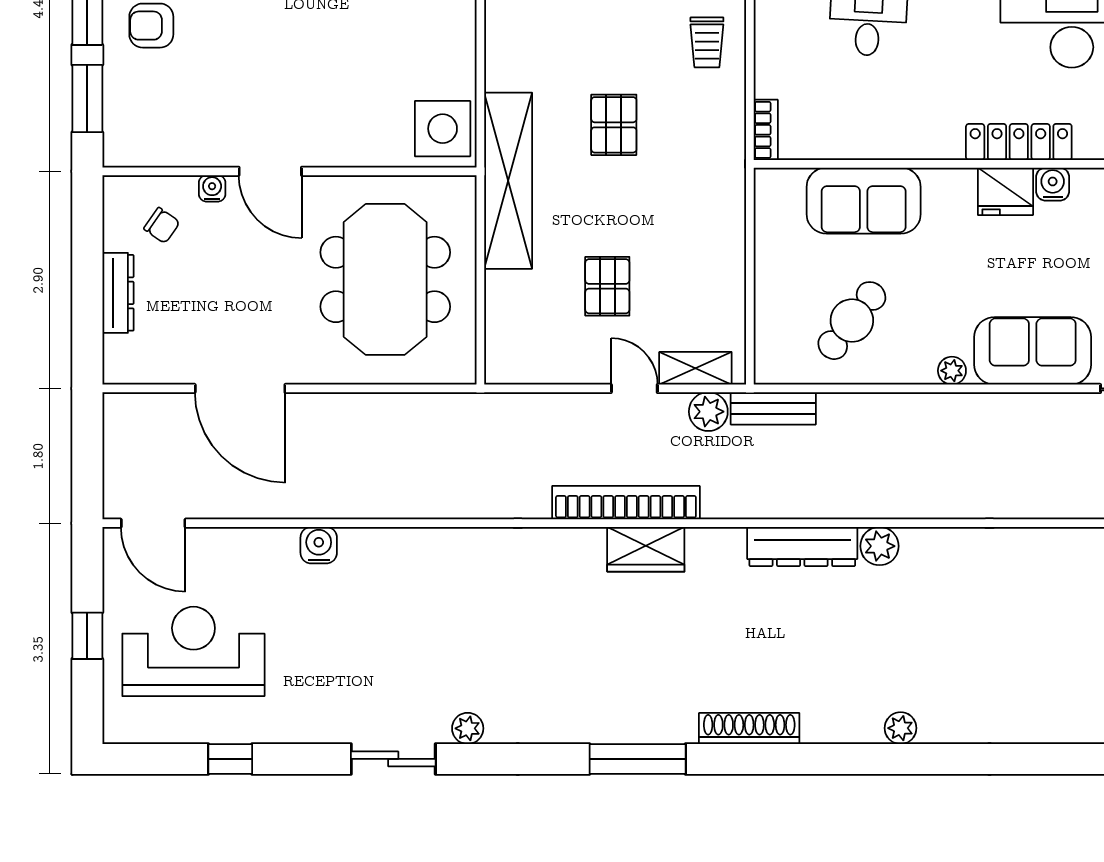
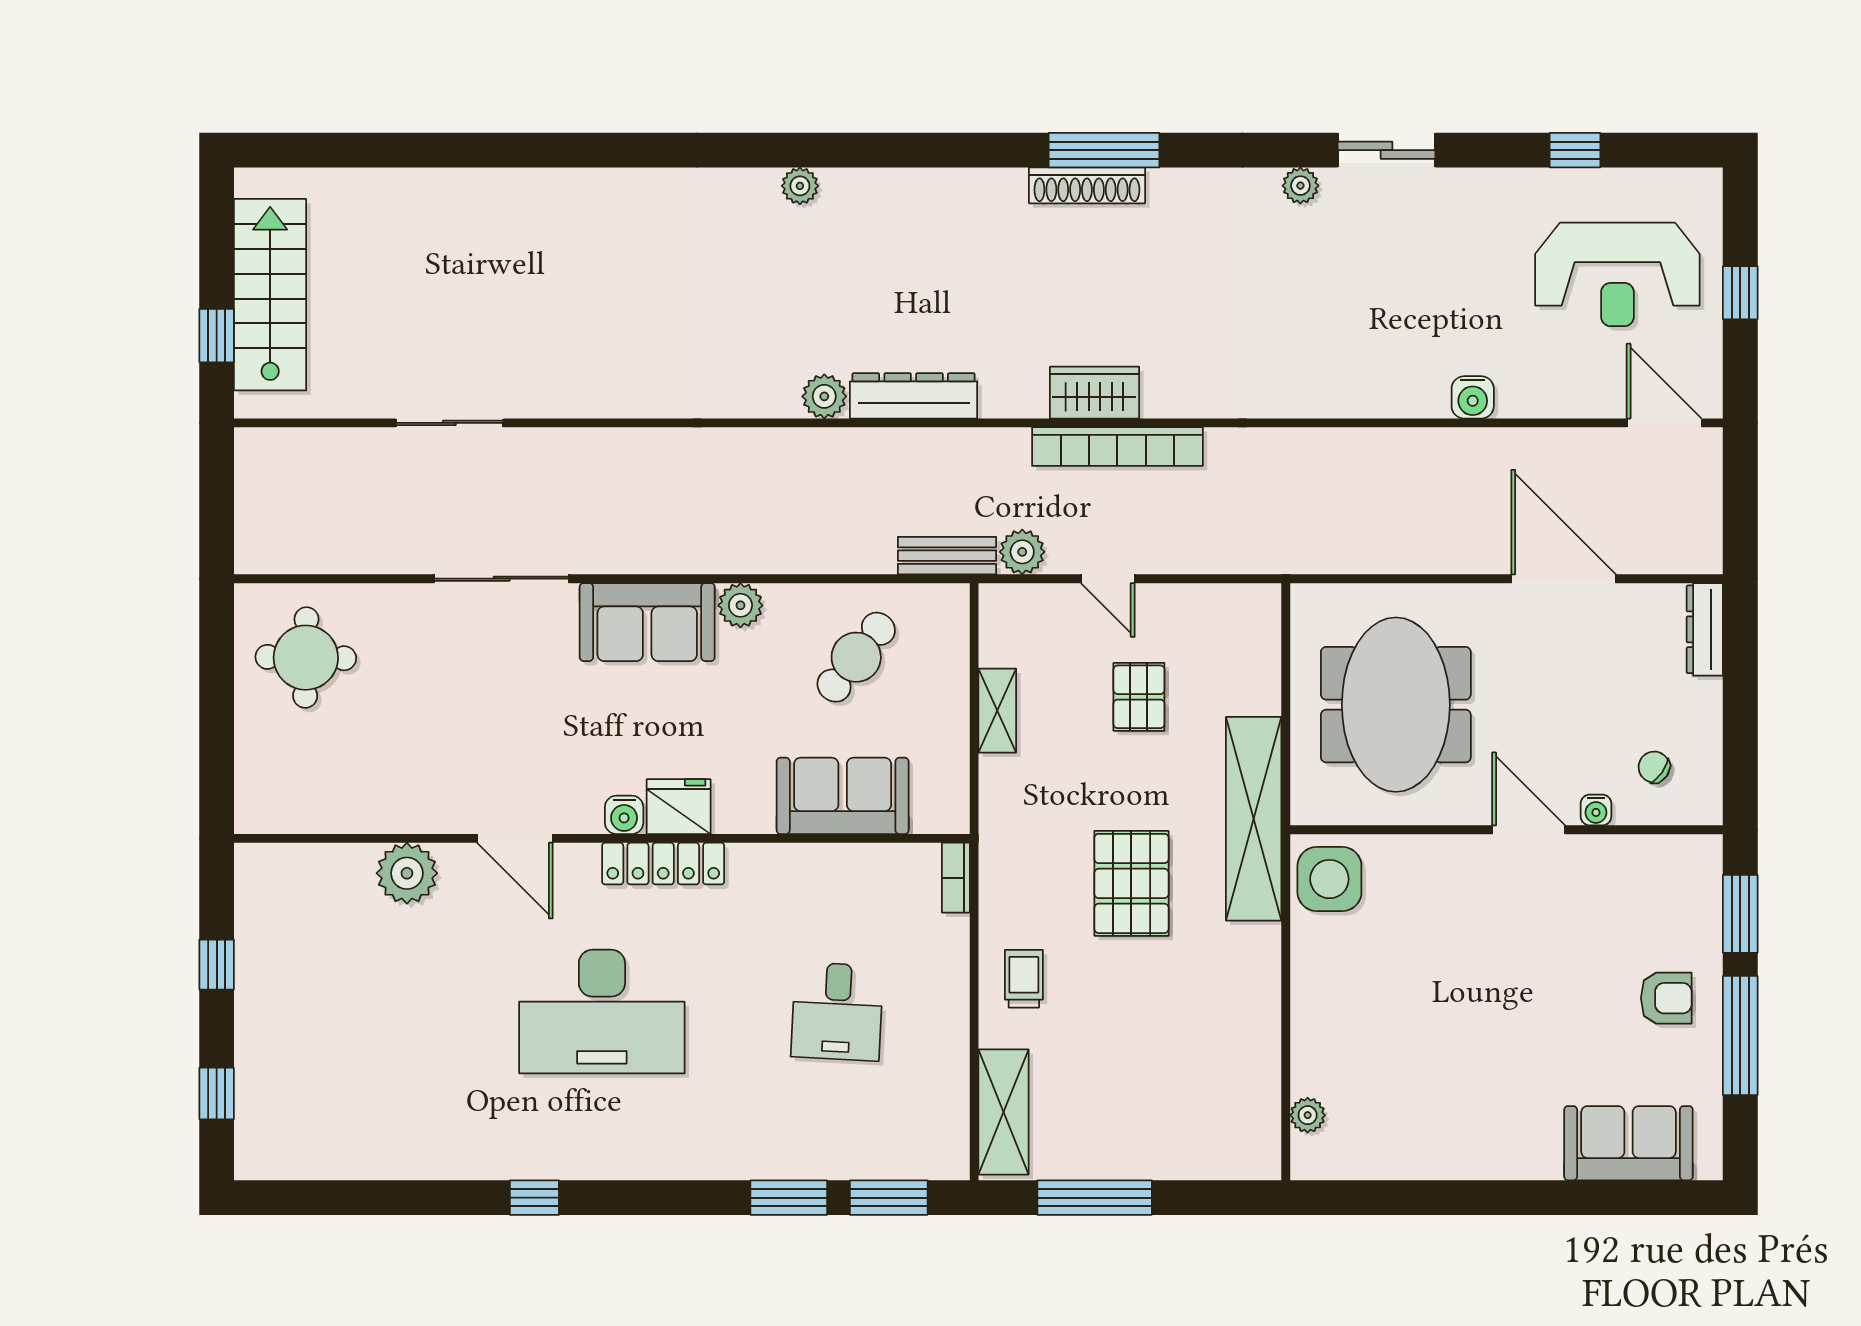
pallet: (614, 125) -> (1131, 883), width x1.50, depth x1.42
dresser: (118, 293) -> (1705, 629), moved
shelving: (695, 368) -> (997, 711), moved, turned 90
plant: (952, 371) -> (740, 605), width x1.38, depth x1.38
shoe rack: (749, 728) -> (1087, 185), moved

